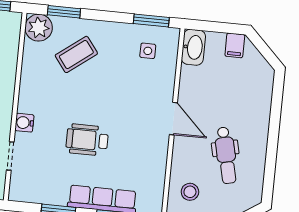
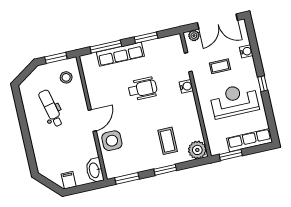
window: (64, 12) -> (165, 170), moved
side table: (148, 51) -> (112, 141), moved, width x1.87, depth x1.87
coffee table: (76, 54) -> (168, 141), turned -53
door: (173, 119) -> (92, 121), swing flipped

